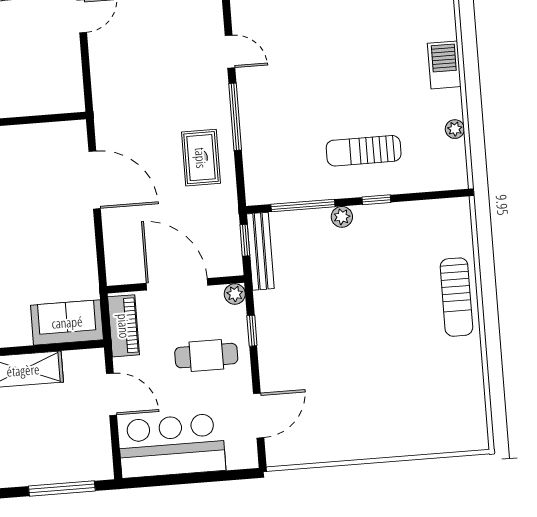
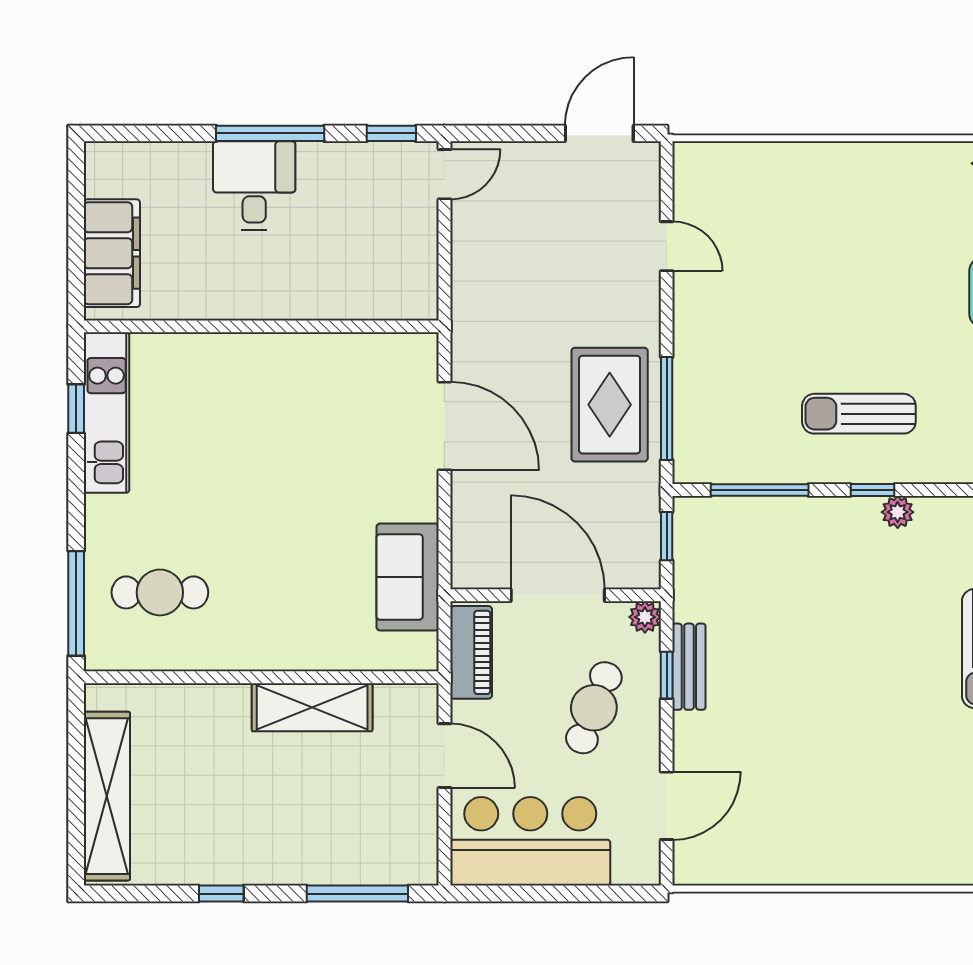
window: (235, 117) -> (667, 409), moved
rug: (201, 158) -> (610, 405), width x1.36, depth x1.43
plant: (342, 217) -> (898, 512), moved
bench: (260, 251) -> (689, 667), moved, width x0.73
sofa: (67, 322) -> (408, 577), moved, turned -90
cafe table: (206, 356) -> (594, 708), turned -69

